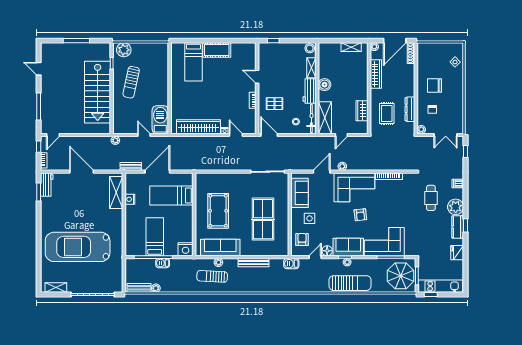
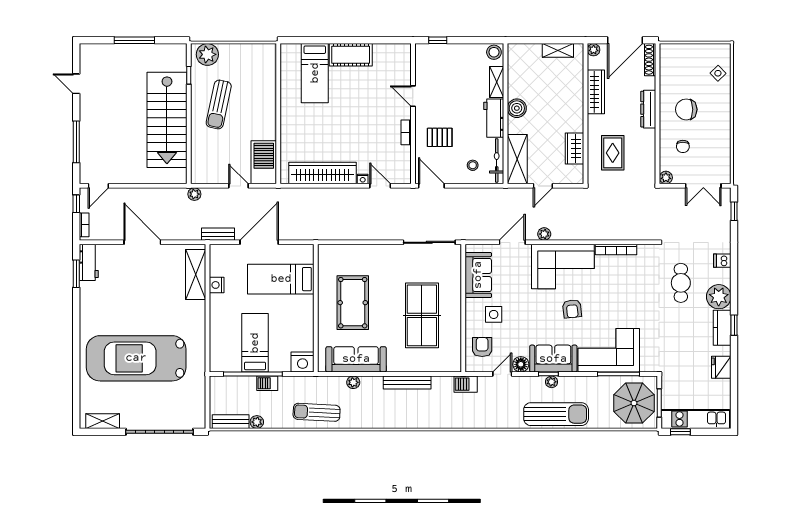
dresser: (410, 109) -> (648, 109), moved
sun lounger: (212, 276) -> (317, 412), moved

